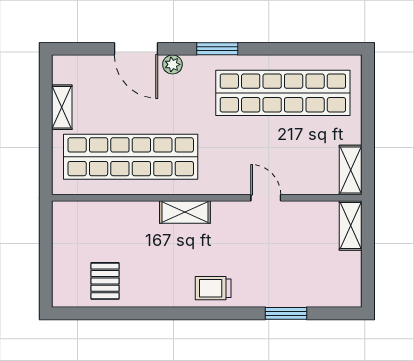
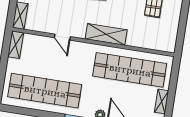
shelving: (185, 212) -> (106, 34), width x1.50, depth x1.33

